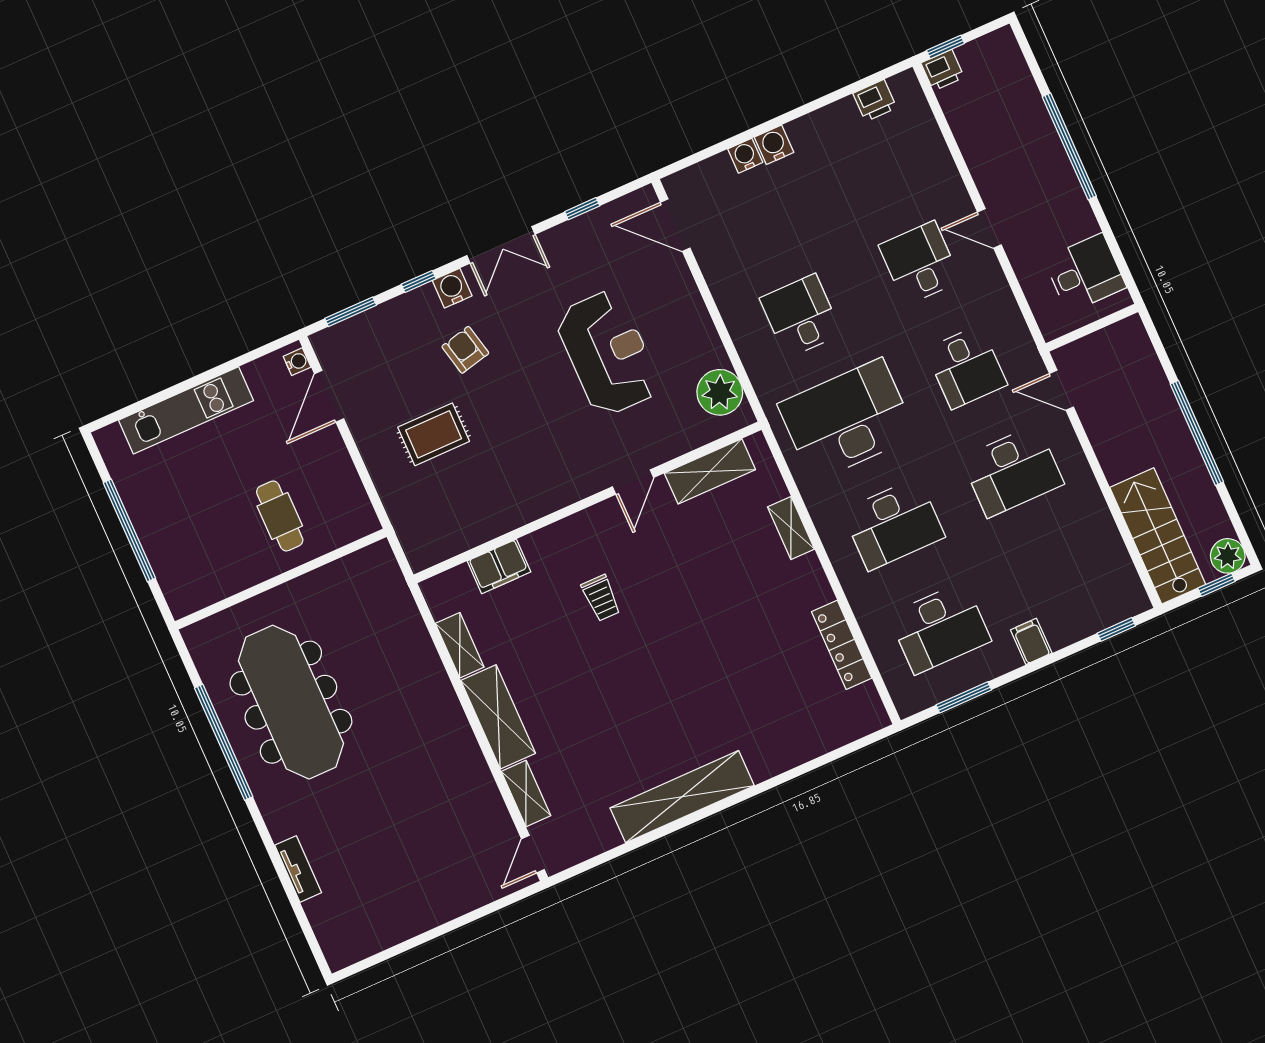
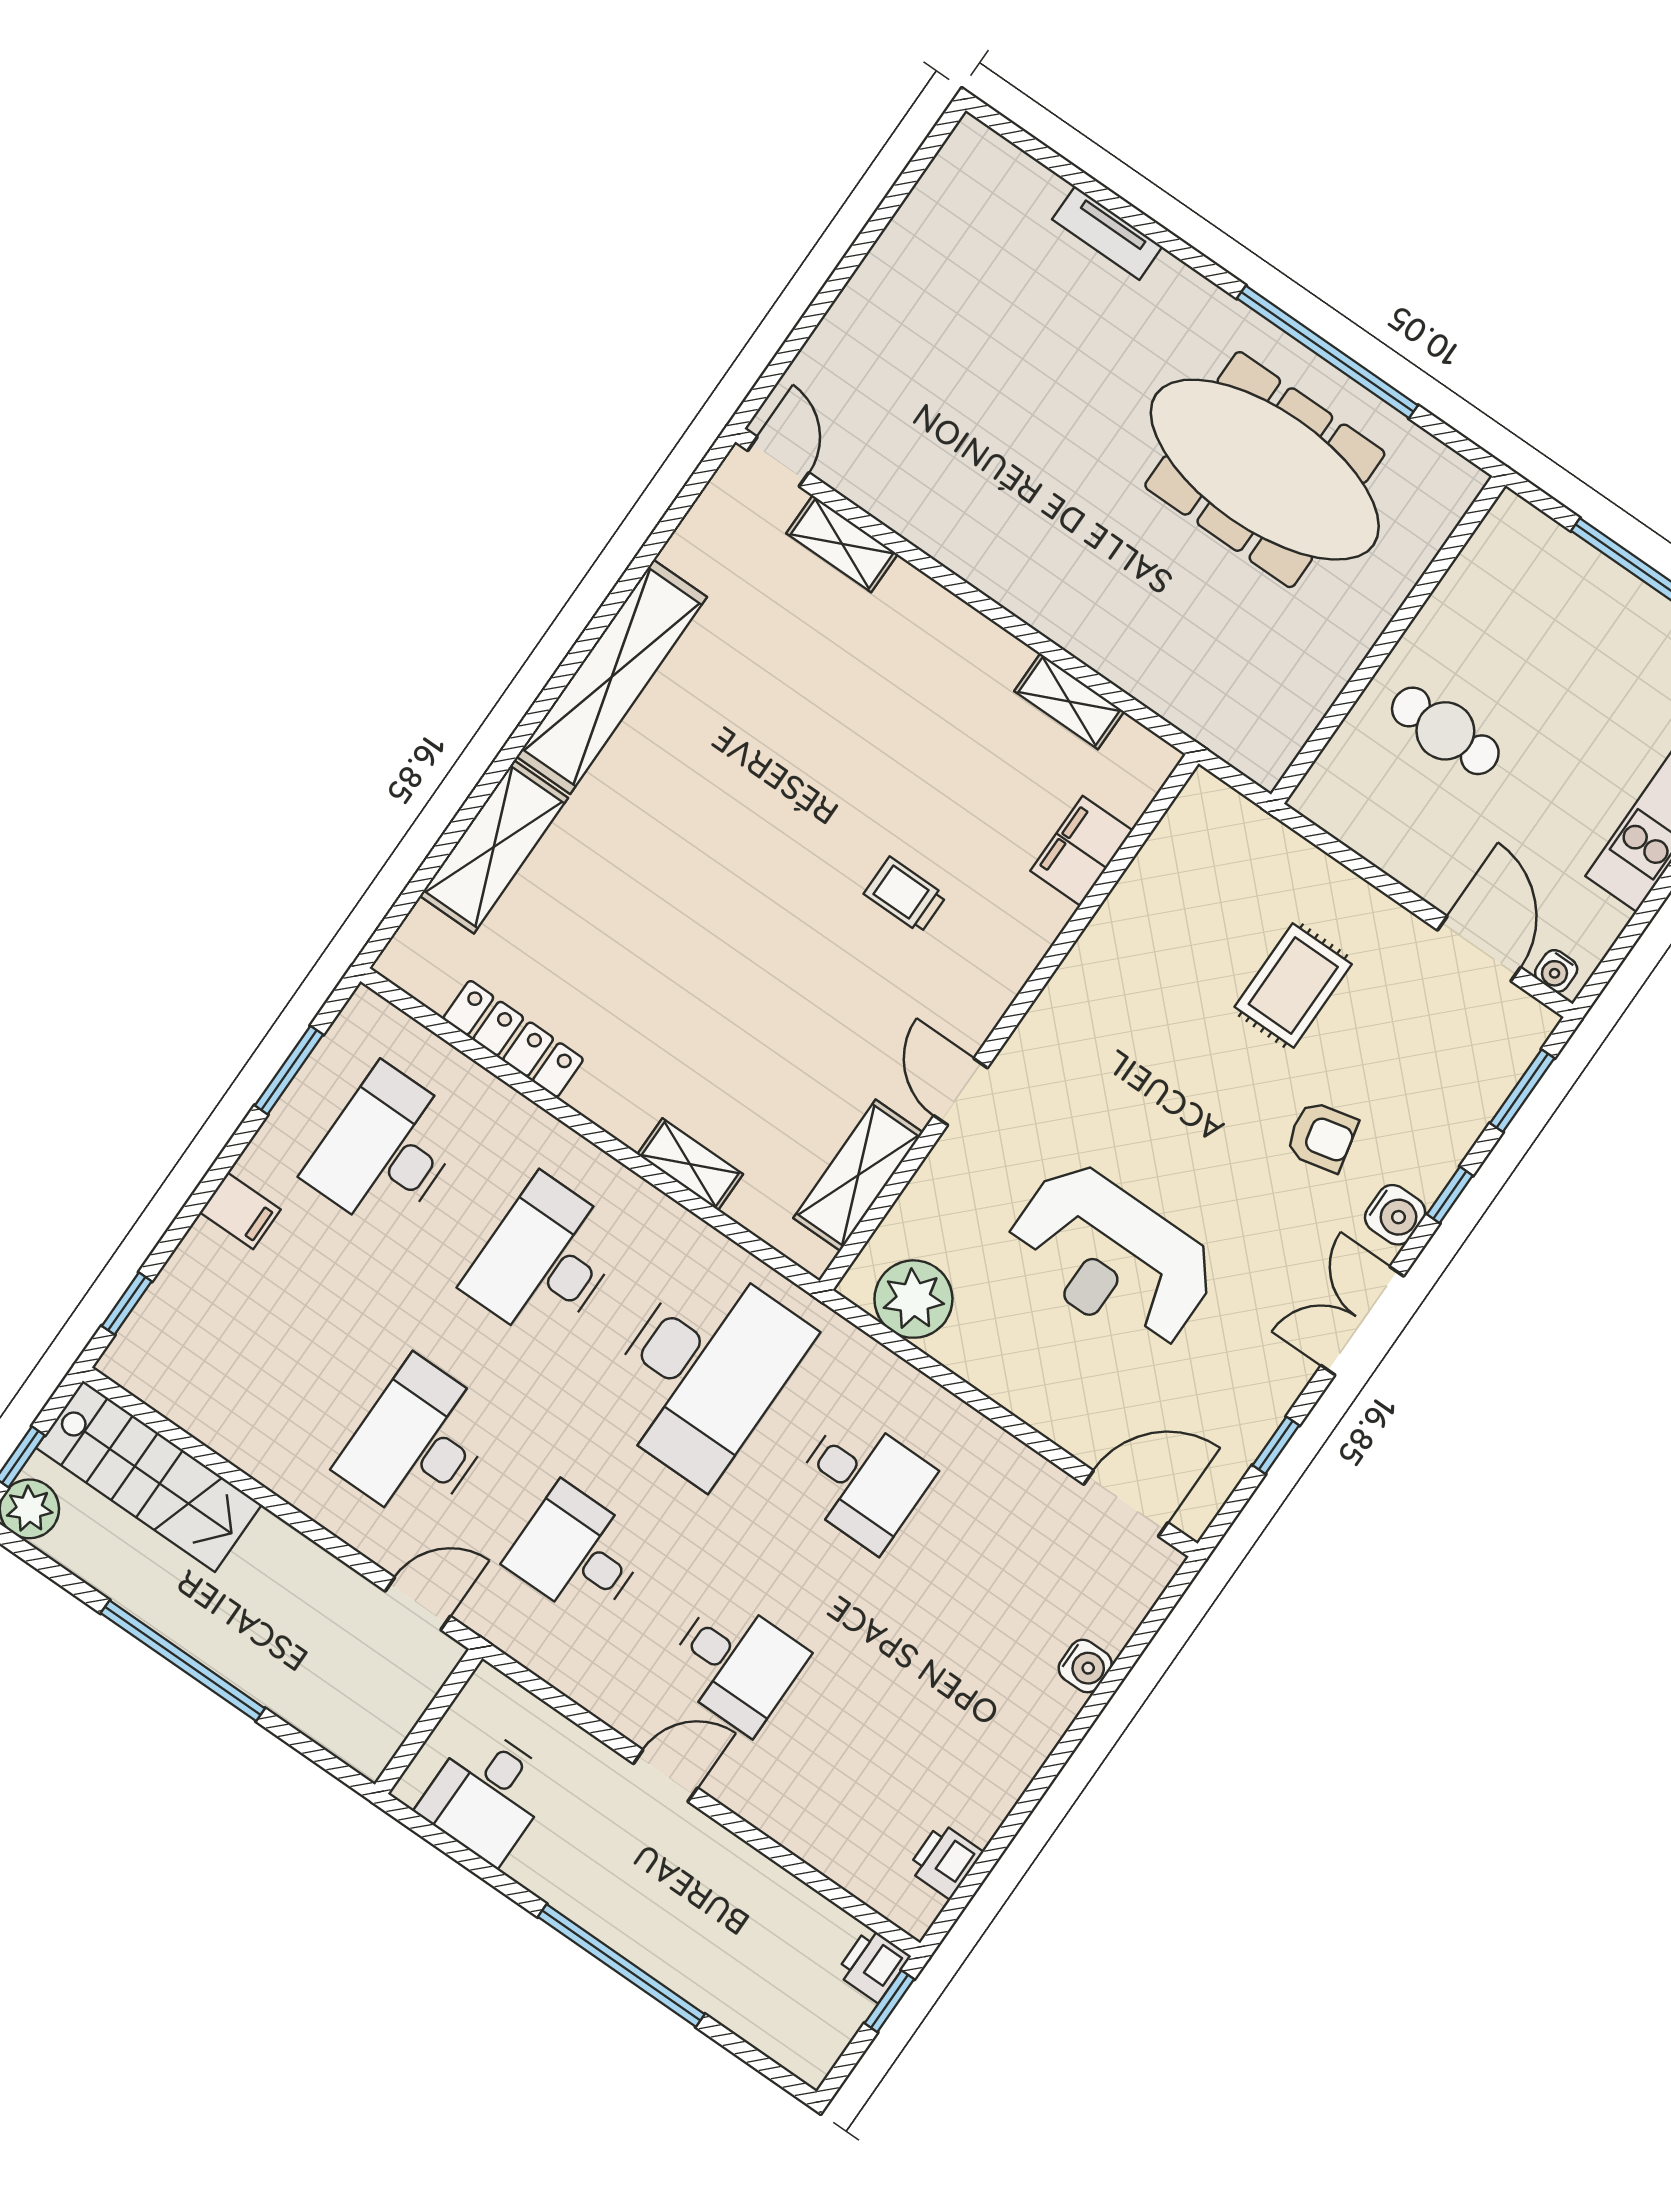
water cooler: (774, 145) -> (1053, 1708), removed
shelving: (498, 717) -> (494, 847), moved, turned 90

